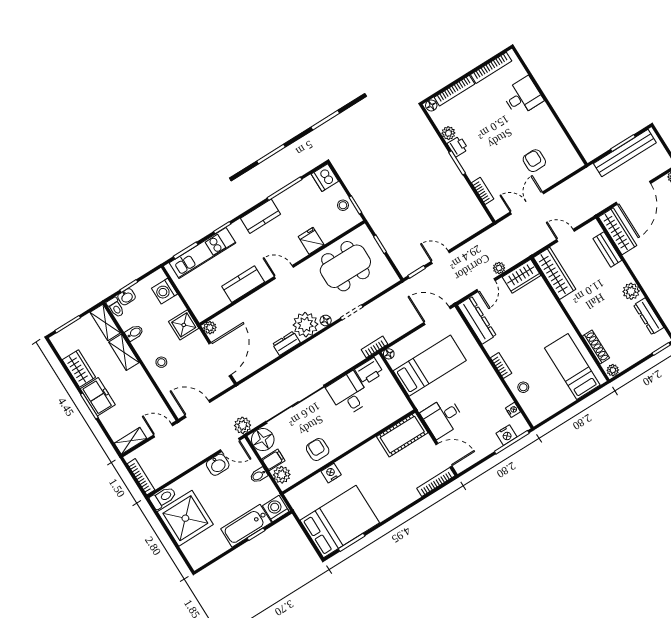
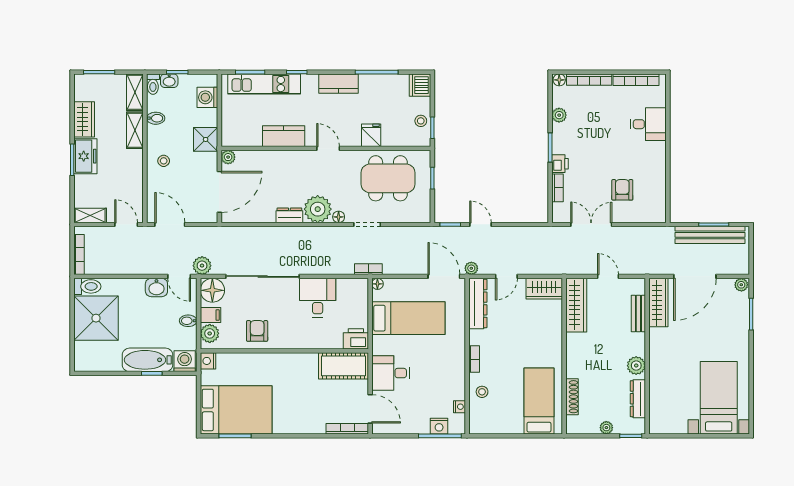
printer: (458, 146) -> (560, 164), moved
plant: (499, 268) -> (471, 268), moved
plant: (613, 370) -> (606, 428), moved
printer: (369, 371) -> (356, 339), moved, turned 180
nightstand: (331, 473) -> (208, 361), moved, turned -90

